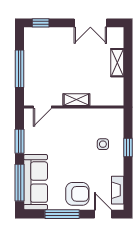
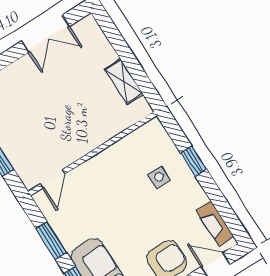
shelving: (117, 63) -> (124, 82), moved
shelving: (76, 100) -> (90, 142), removed

